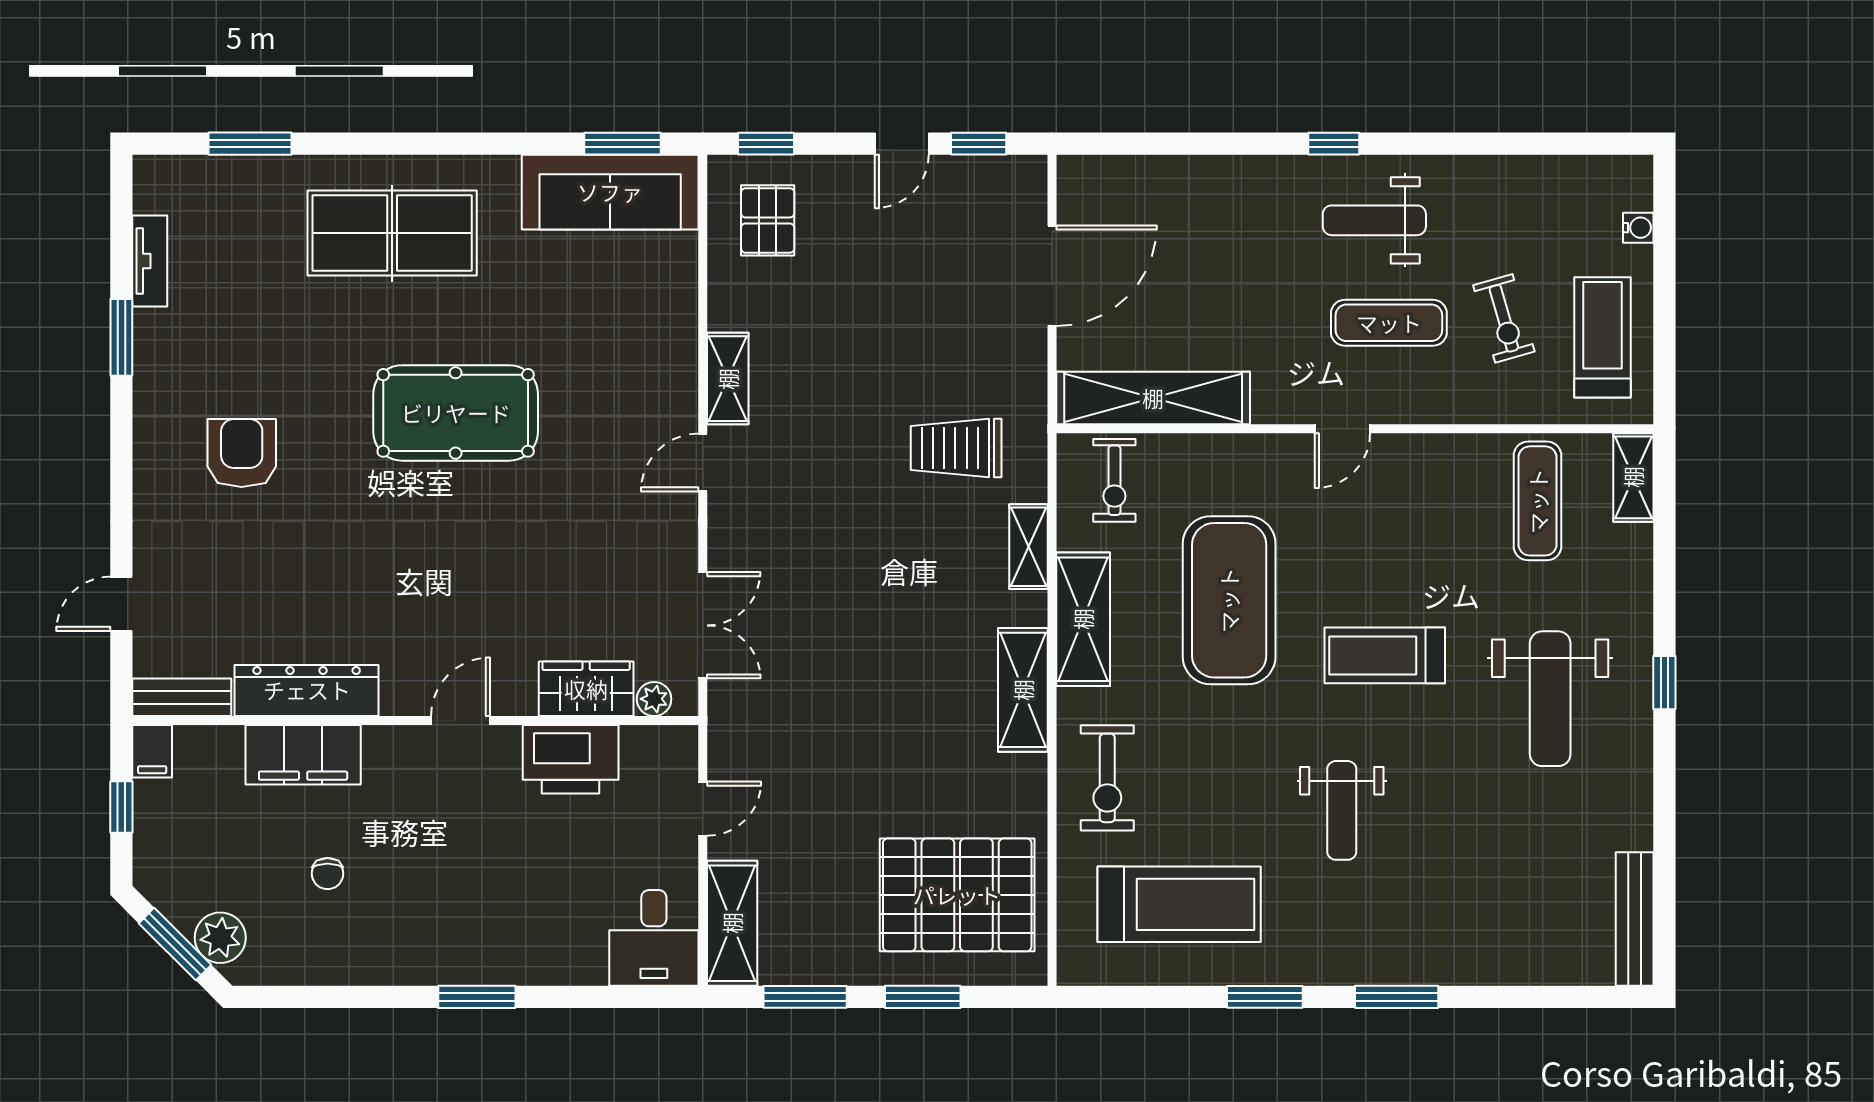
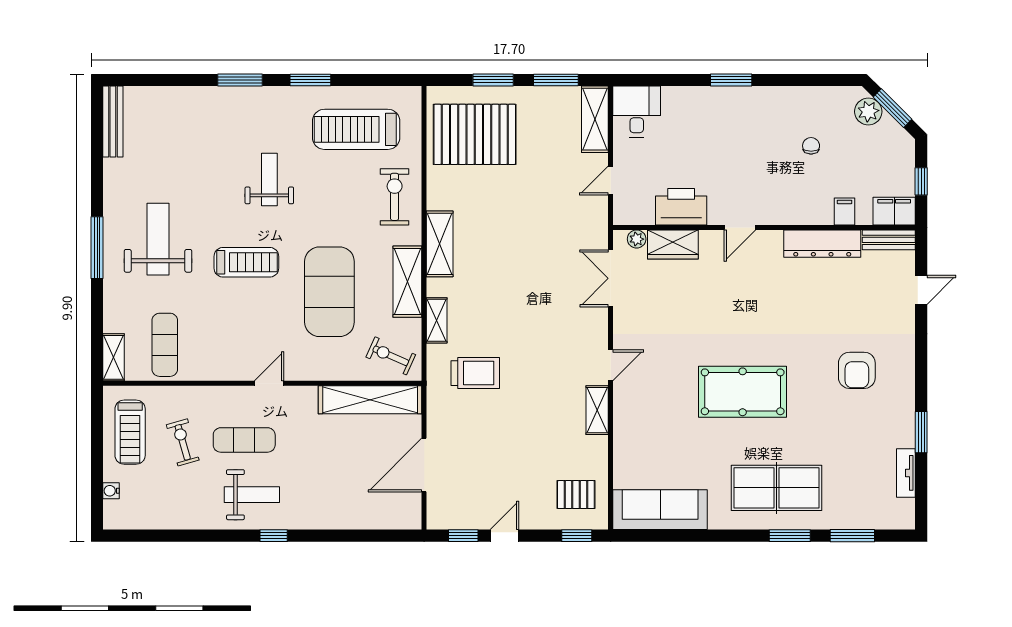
window: (623, 144) -> (790, 536), moved
pallet: (768, 220) -> (576, 495), turned 90
exercise bike: (1114, 480) -> (391, 356), turned -66
window: (1664, 683) -> (97, 248), width x2.17
filing cabinet: (152, 751) -> (894, 211), width x2.00
filing cabinet: (303, 755) -> (845, 211), width x0.33, depth x0.86

